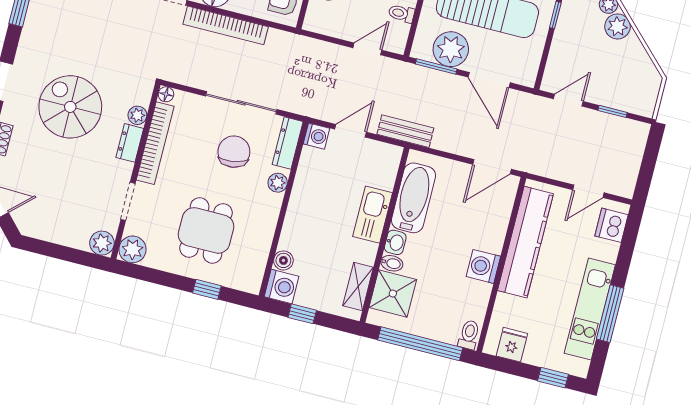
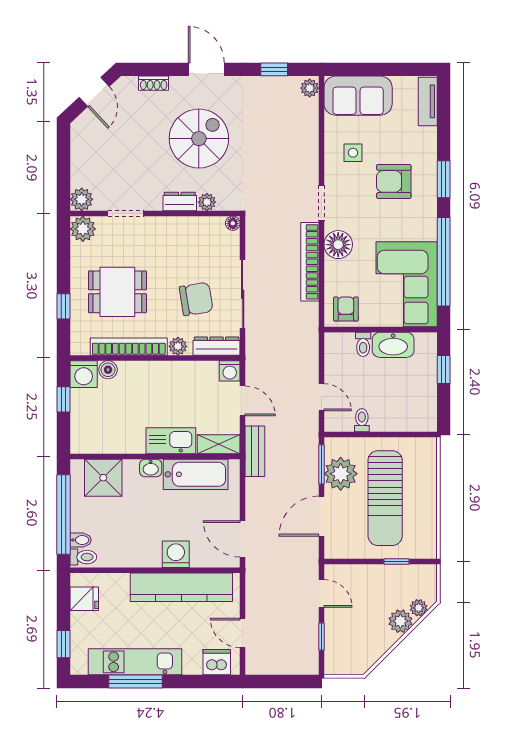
bookcase: (155, 143) -> (129, 347), moved, turned 180
bidet: (392, 263) -> (81, 540), moved, turned -90
washing machine: (483, 266) -> (176, 554), moved
shelving: (358, 287) -> (219, 444), moved

